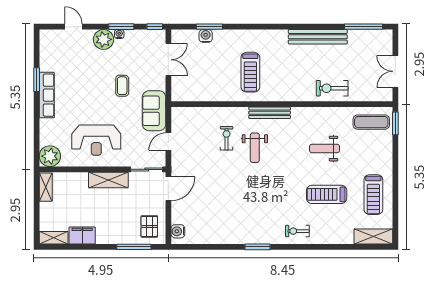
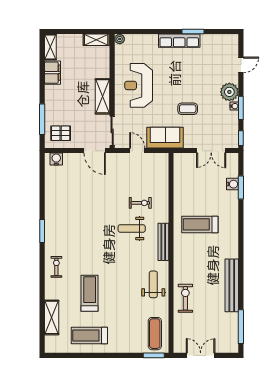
weight bench: (325, 149) -> (153, 284), moved
plant: (50, 156) -> (120, 39), width x0.53, depth x0.53
shelving: (373, 236) -> (52, 317), moved

